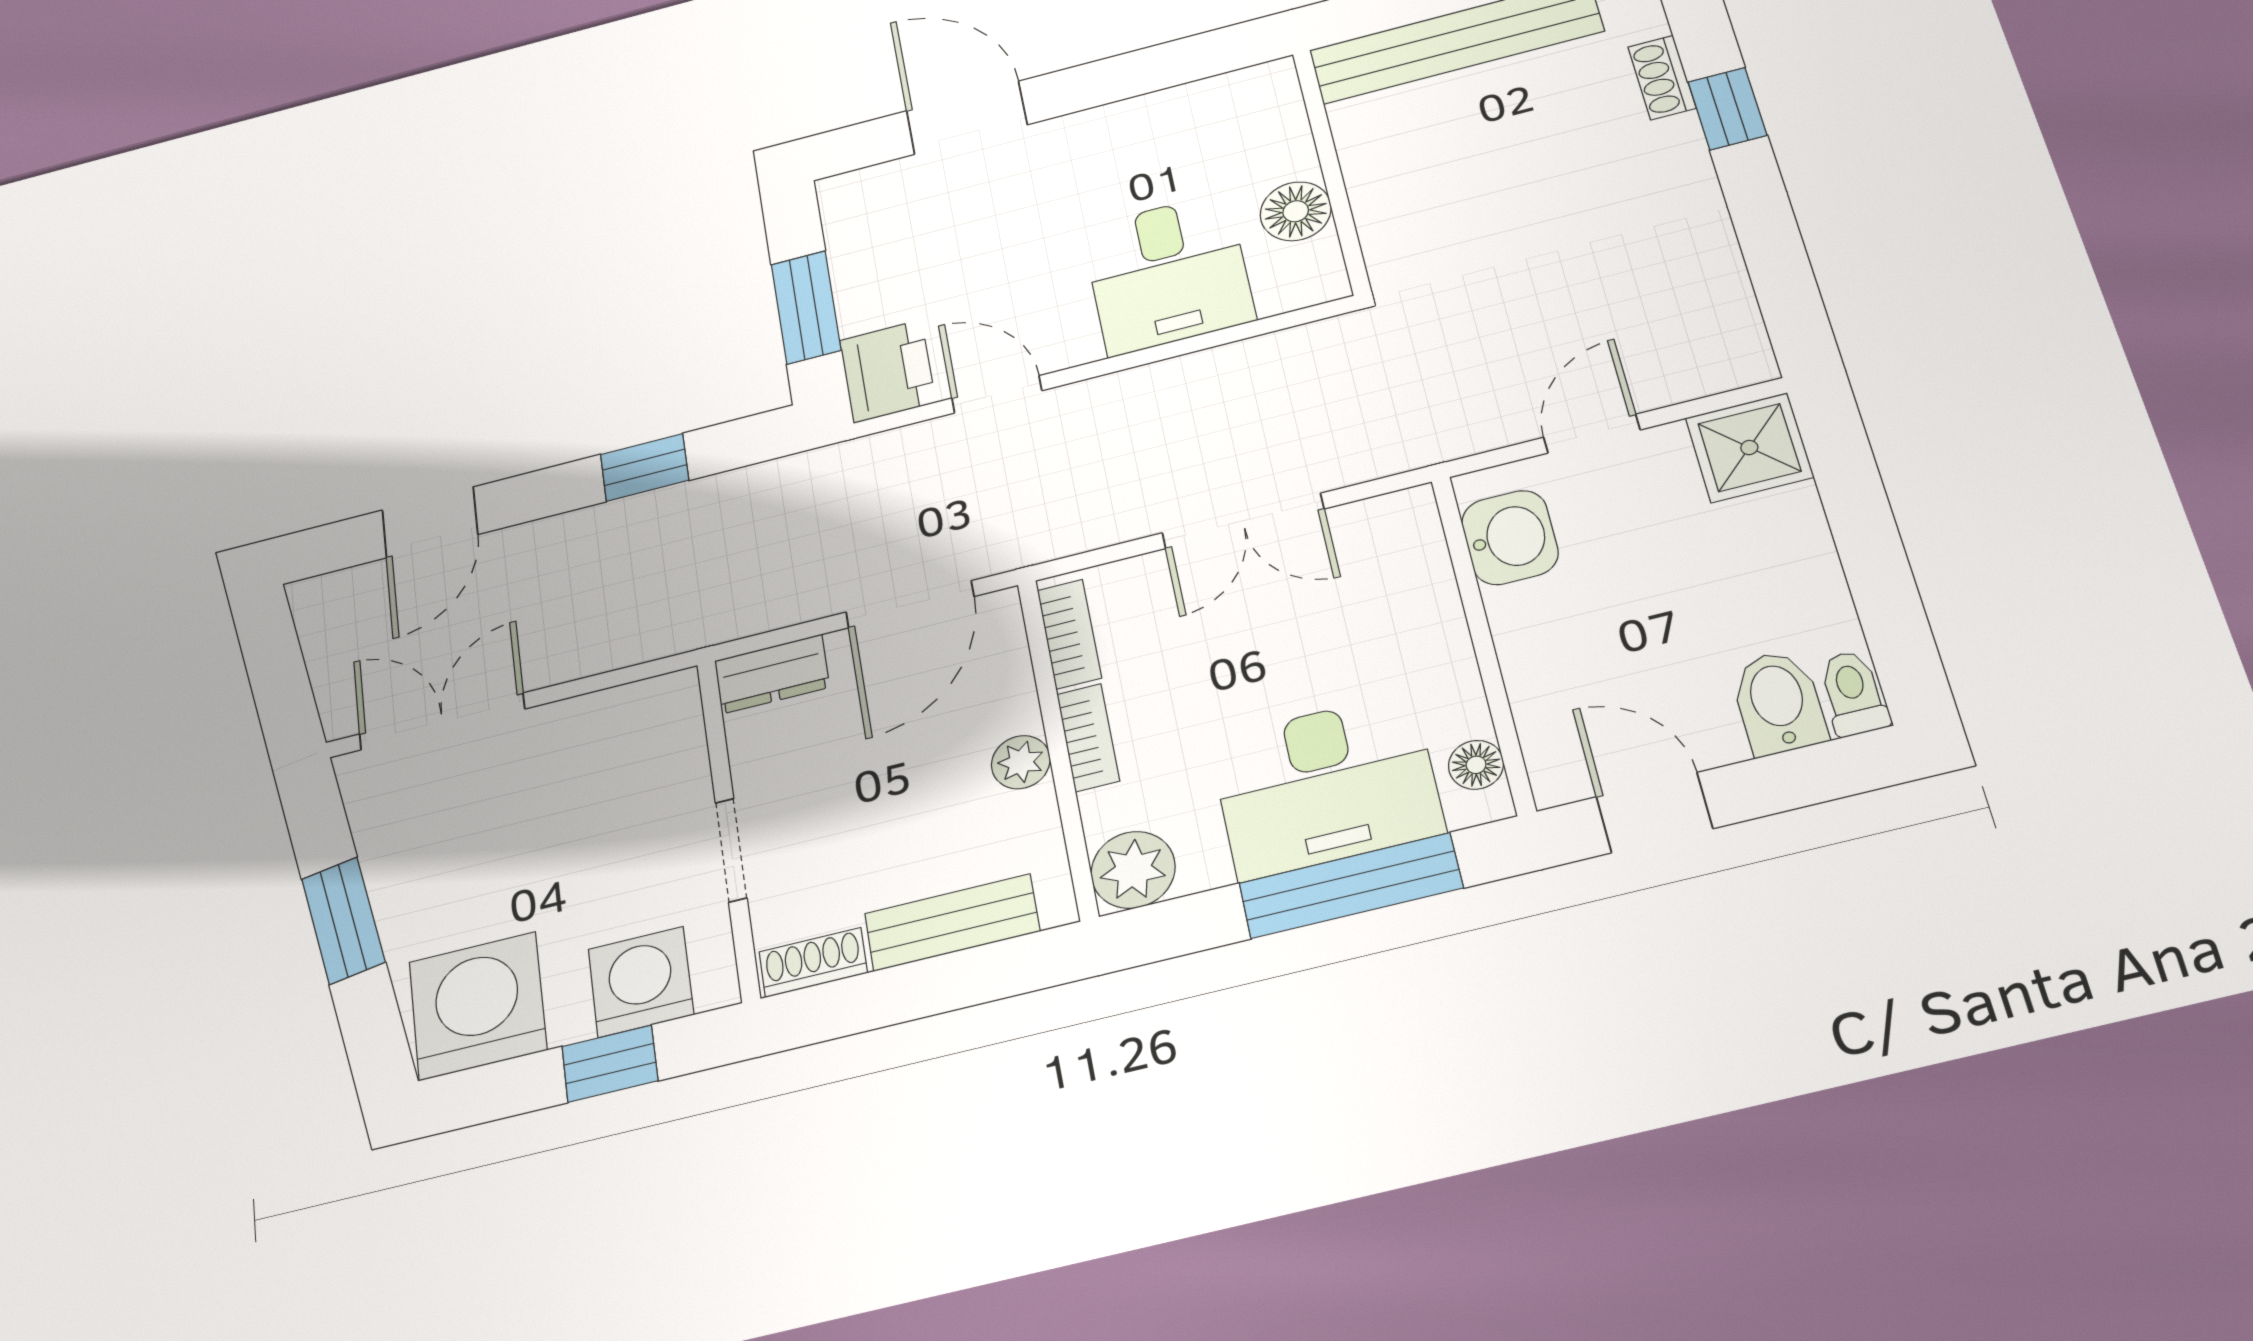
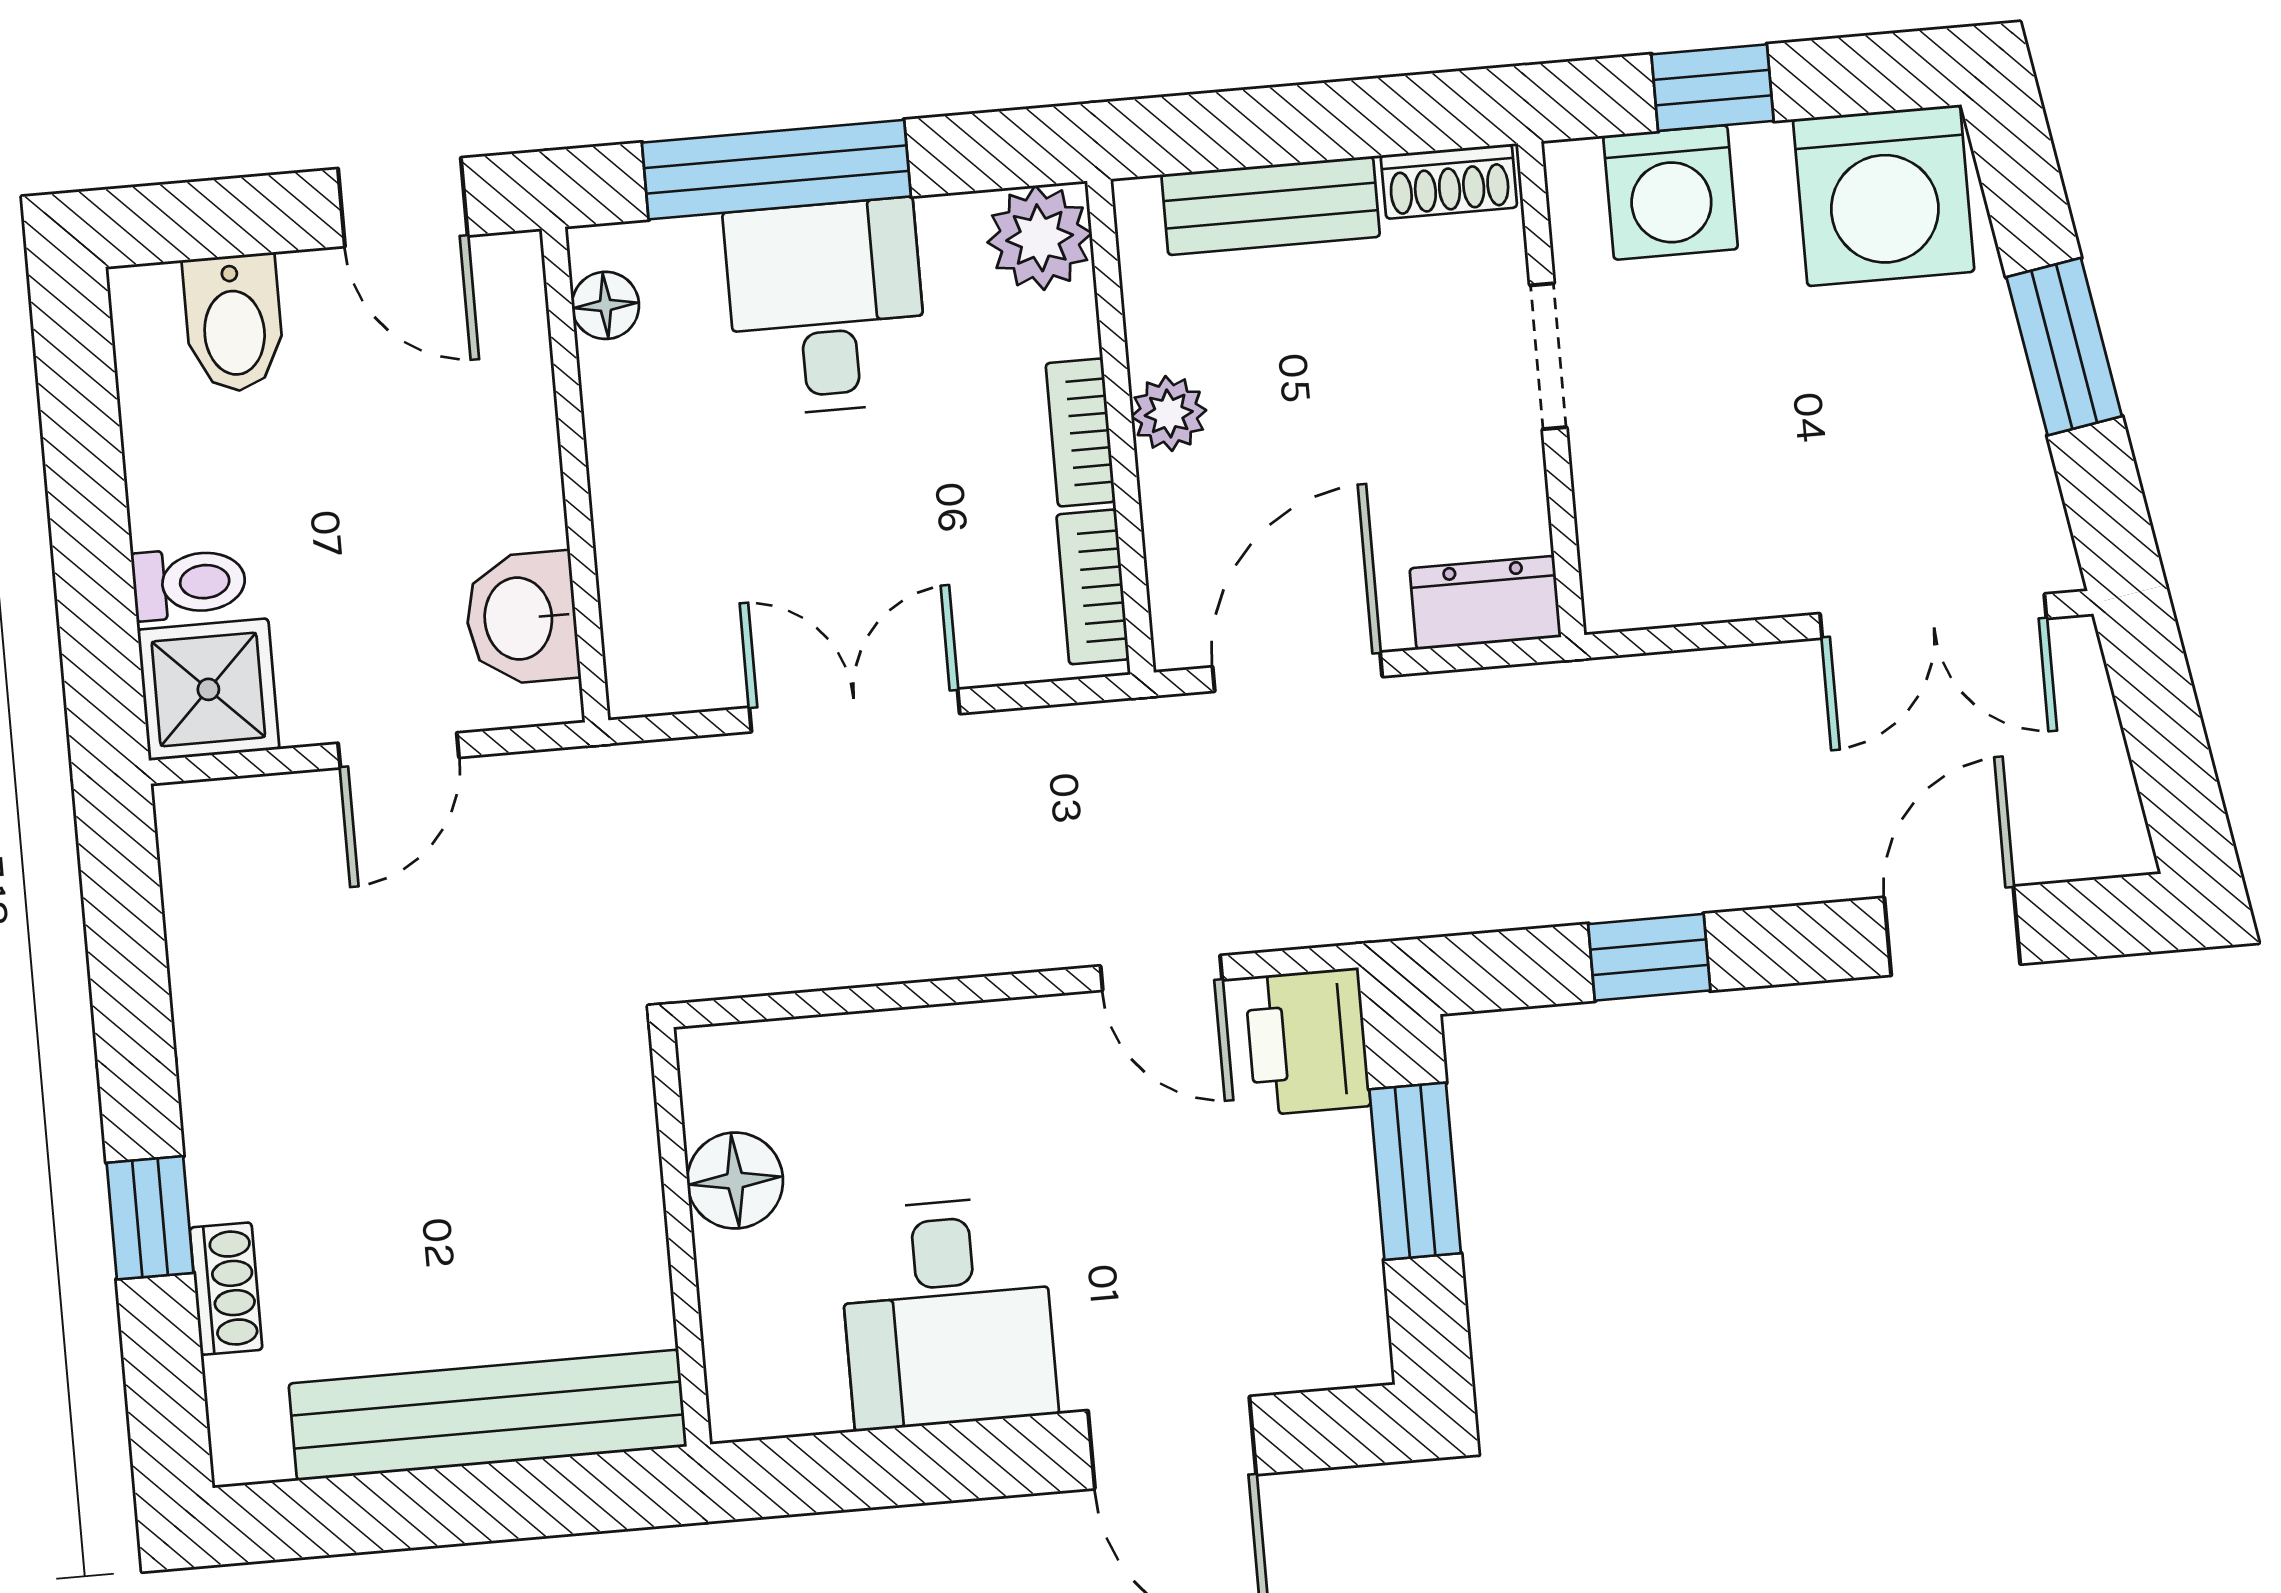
desk: (1168, 274) -> (947, 1313), moved, turned 180
toilet: (1853, 693) -> (189, 583), moved, turned -90
desk: (1326, 786) -> (826, 307), width x0.73

